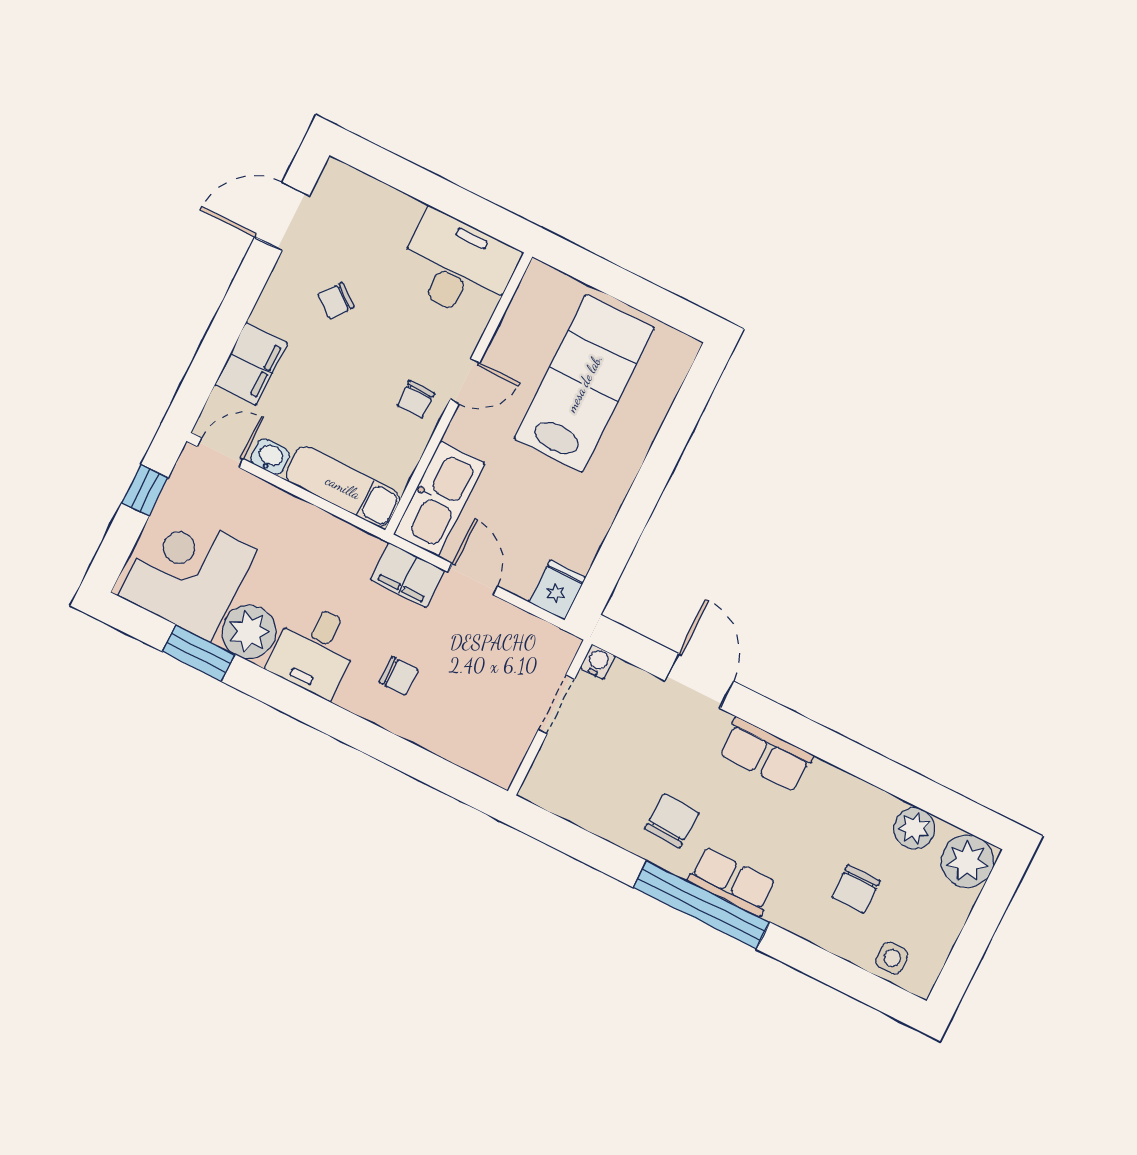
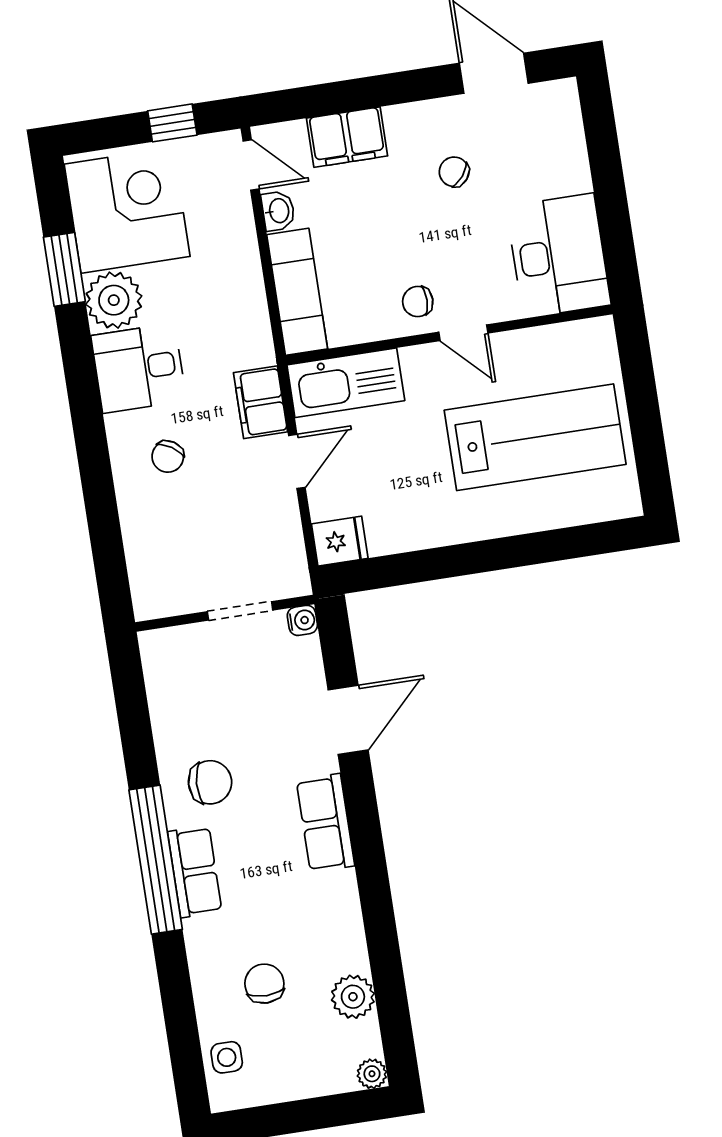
chair: (399, 676) -> (168, 457), turned 33
plant: (967, 861) -> (372, 1074), width x0.53, depth x0.53
chair: (856, 889) -> (264, 984), turned 90

